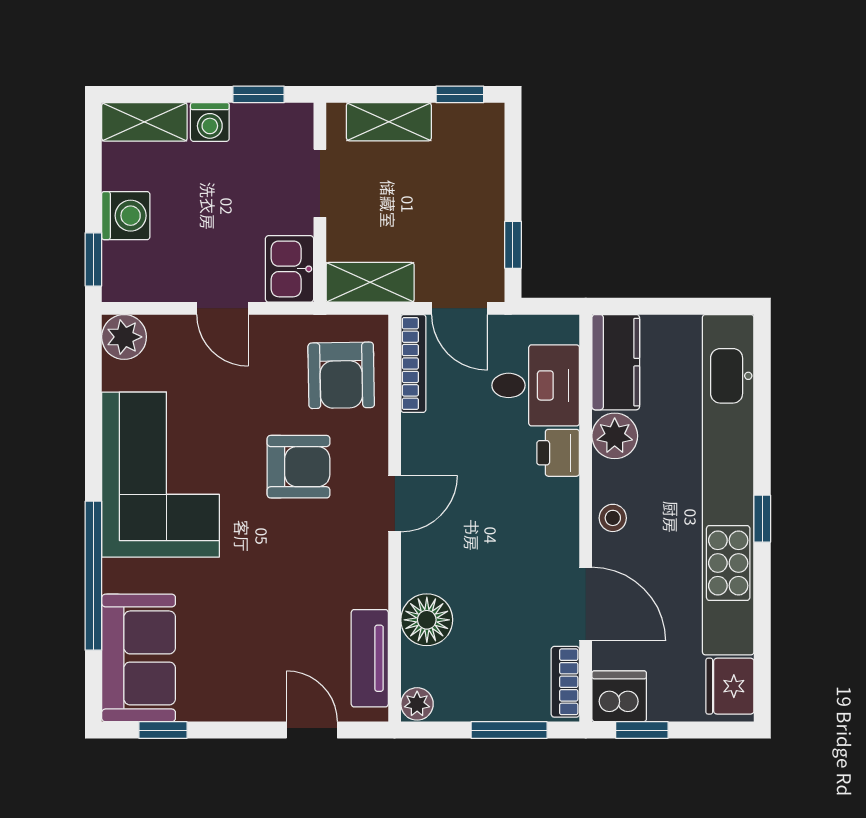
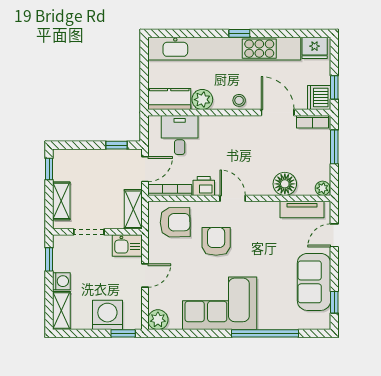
washing machine: (126, 216) -> (107, 315), width x1.37, depth x1.37
printer: (558, 453) -> (204, 186), moved, turned 180
door: (586, 604) -> (278, 113), hinge flipped
sofa: (139, 658) -> (314, 282), moved, turned -90

